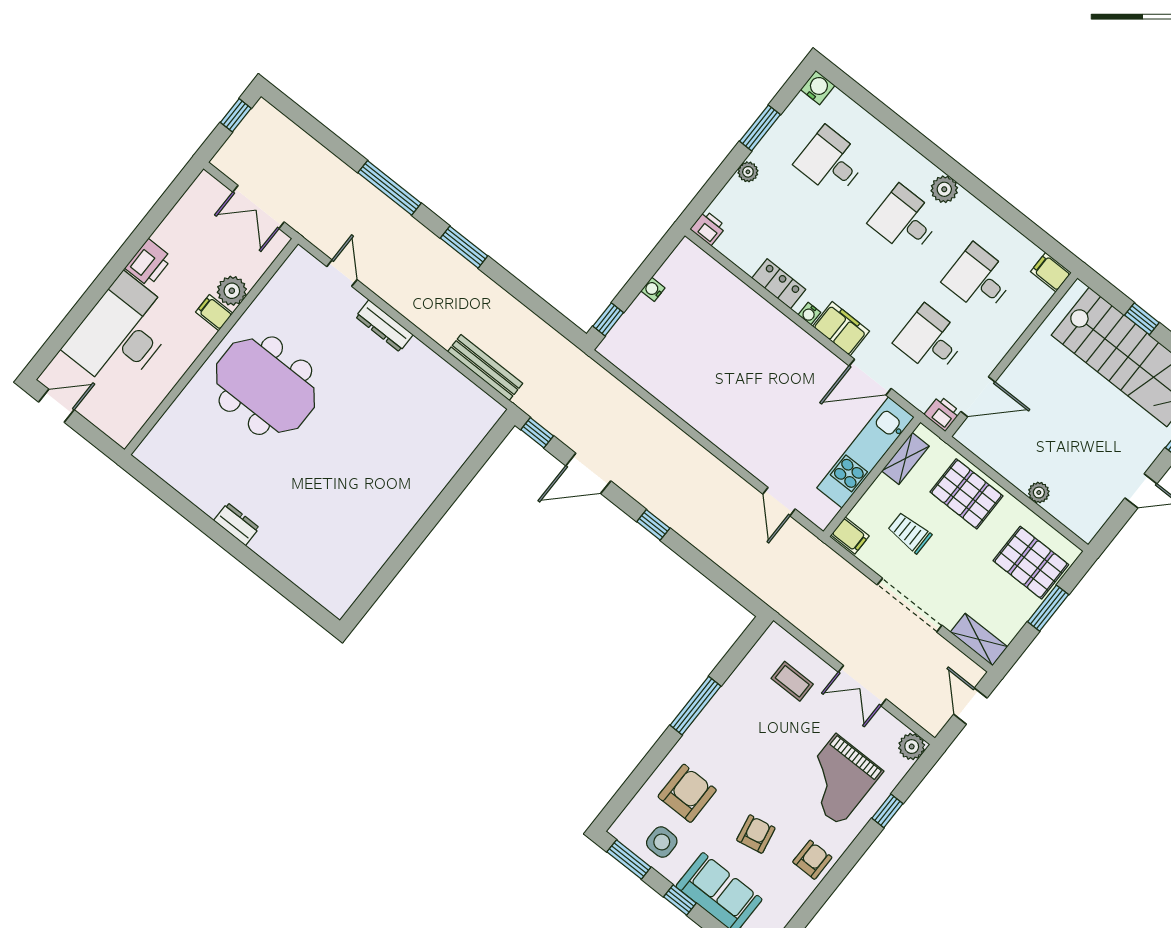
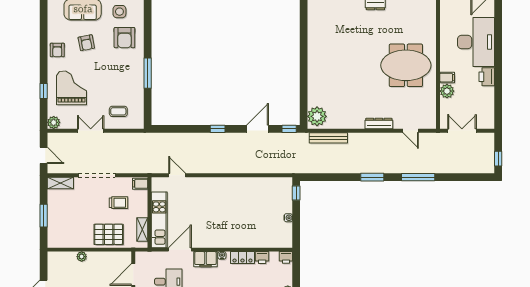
printer: (942, 413) -> (262, 258), moved
plant: (476, 417) -> (317, 116), added
pallet: (1031, 563) -> (64, 228), removed

